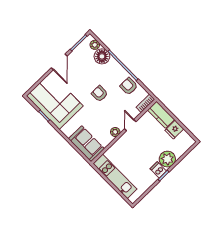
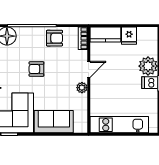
armchair: (129, 86) -> (54, 38), turned 180
door: (130, 125) -> (89, 69), swing flipped
sofa: (86, 144) -> (54, 122), moved

